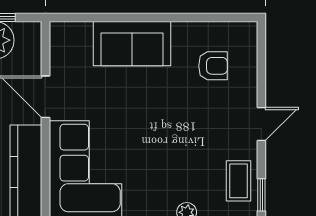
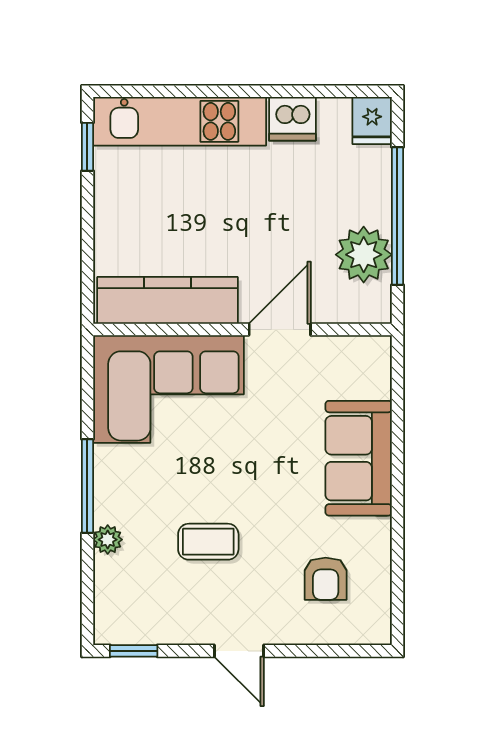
coffee table: (239, 181) -> (208, 542), moved

